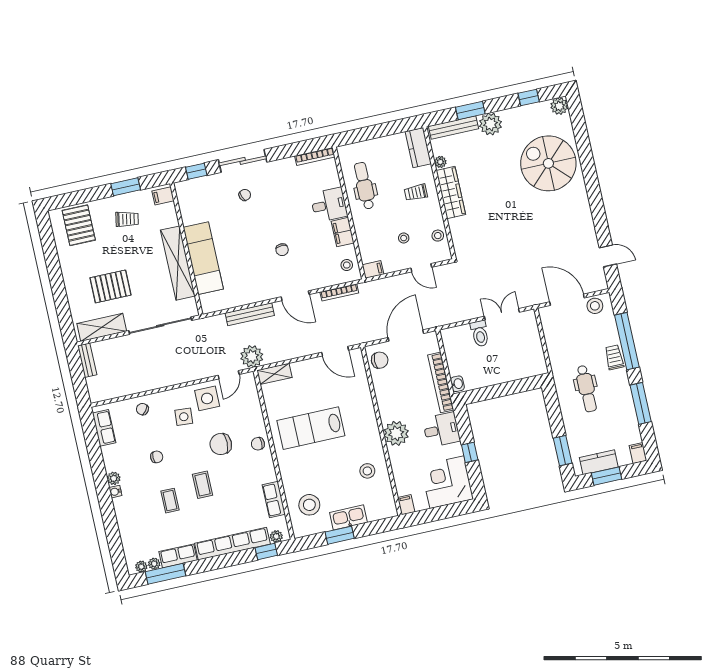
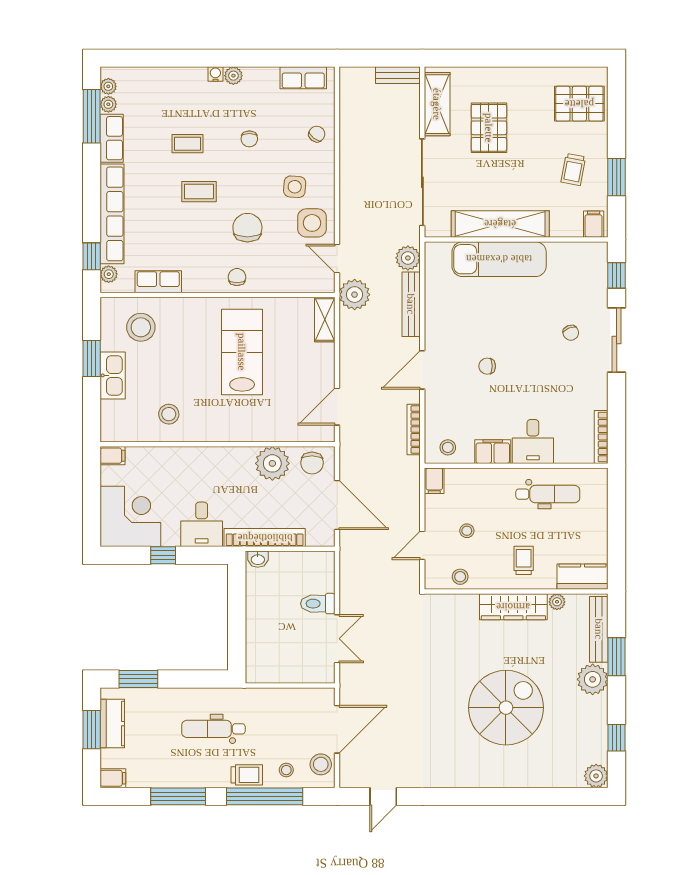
spiral stairs: (548, 163) -> (506, 708), moved
plant: (217, 324) -> (408, 258), added
stool: (604, 330) -> (286, 770), added
plant: (396, 433) -> (272, 463), moved

